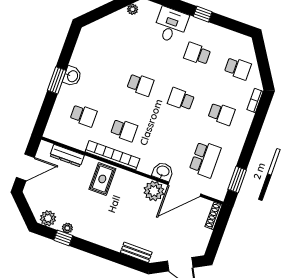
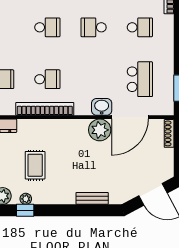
rug: (102, 179) -> (35, 165), moved
bench: (136, 252) -> (92, 198), moved

